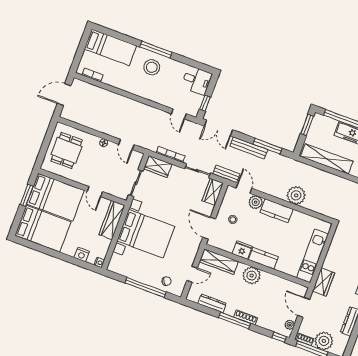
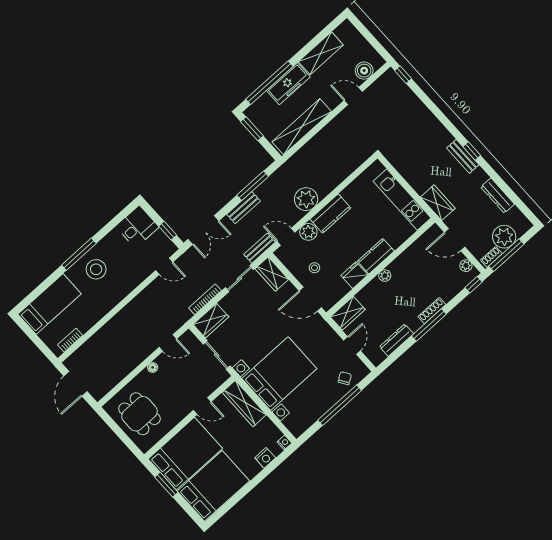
bench: (249, 148) -> (244, 208), width x0.73
plant: (296, 195) -> (306, 199), moved
wardrobe: (219, 262) -> (348, 313), width x0.67
plant: (252, 275) -> (385, 276), width x0.53, depth x0.53

